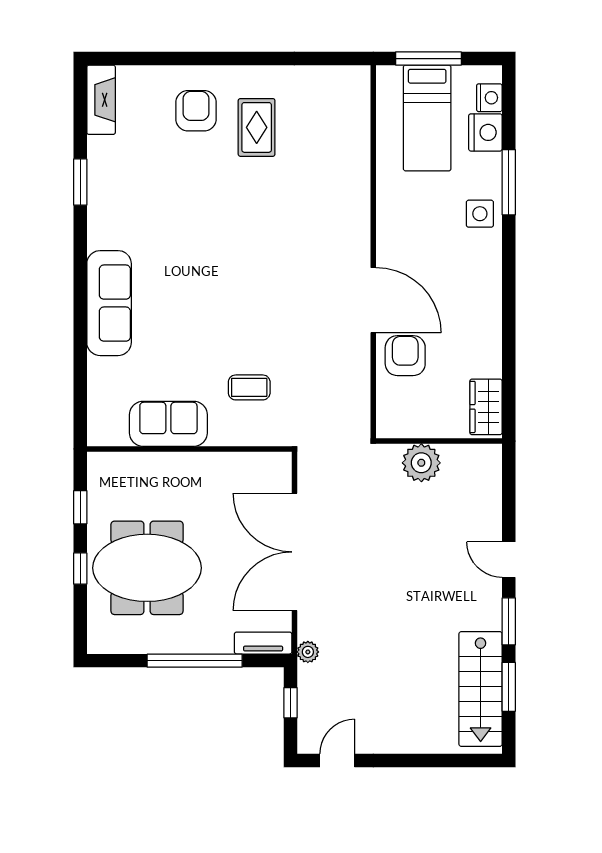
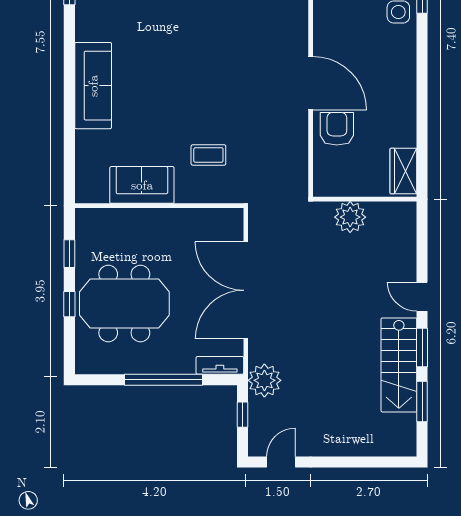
plant: (308, 652) -> (264, 380), width x1.87, depth x1.87
stairs: (481, 689) -> (399, 365), moved

